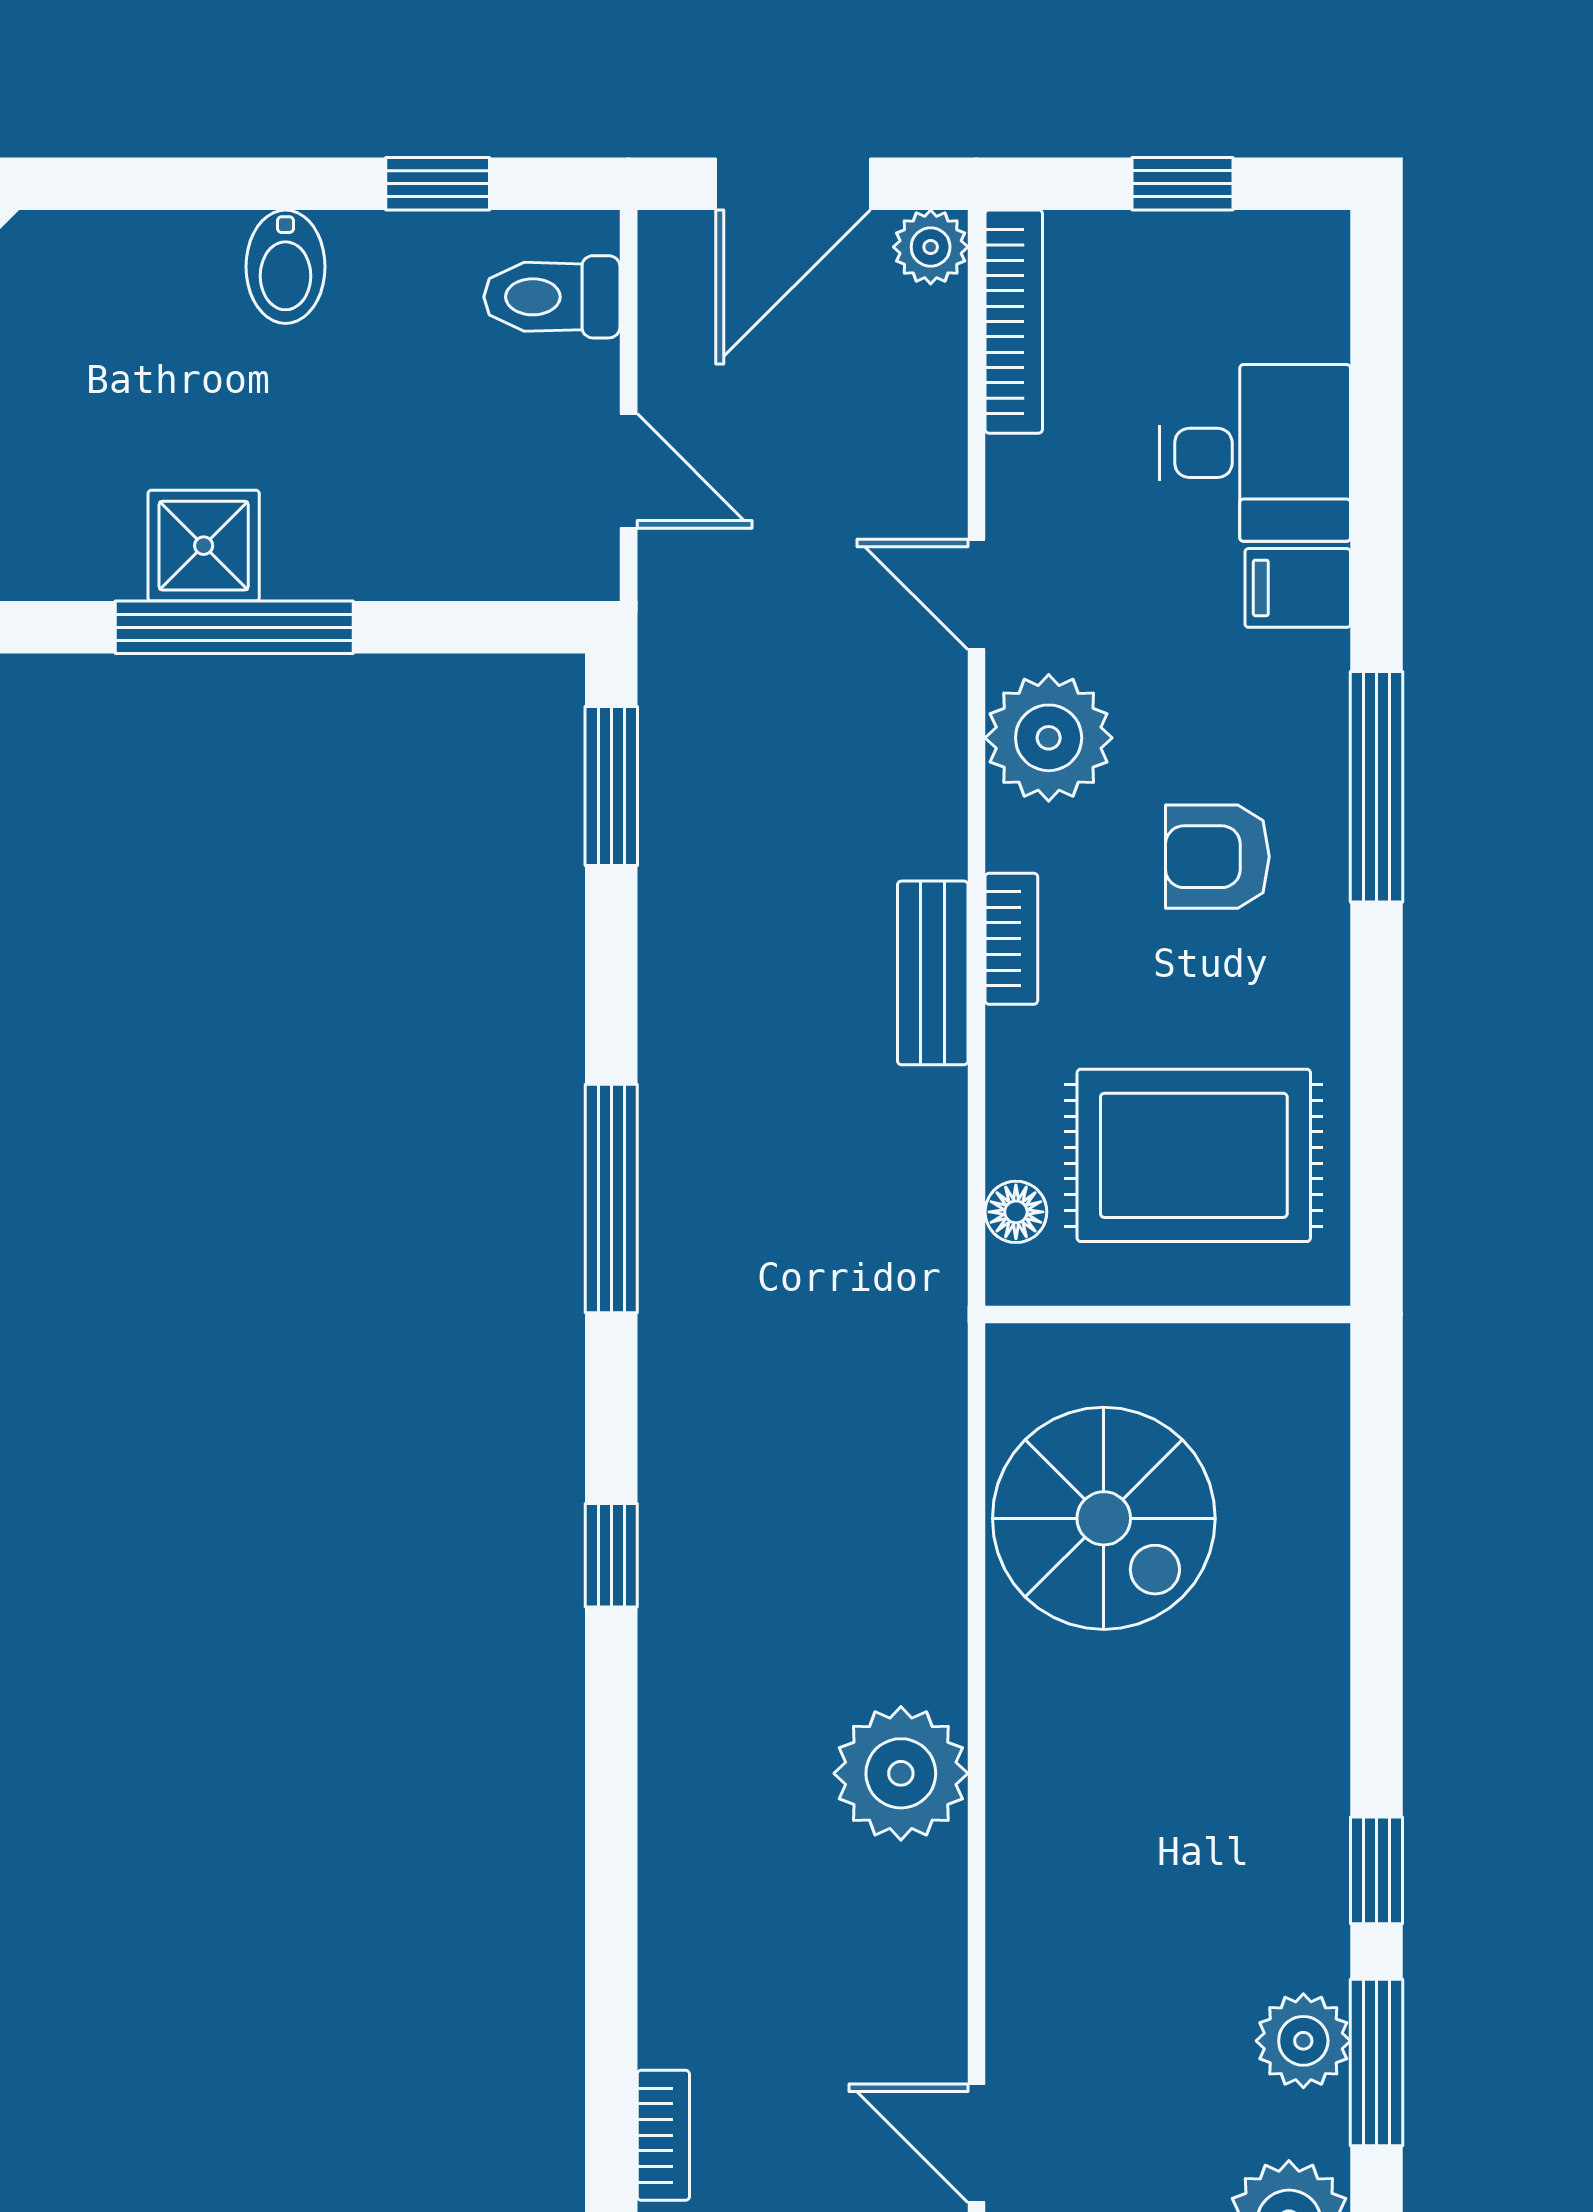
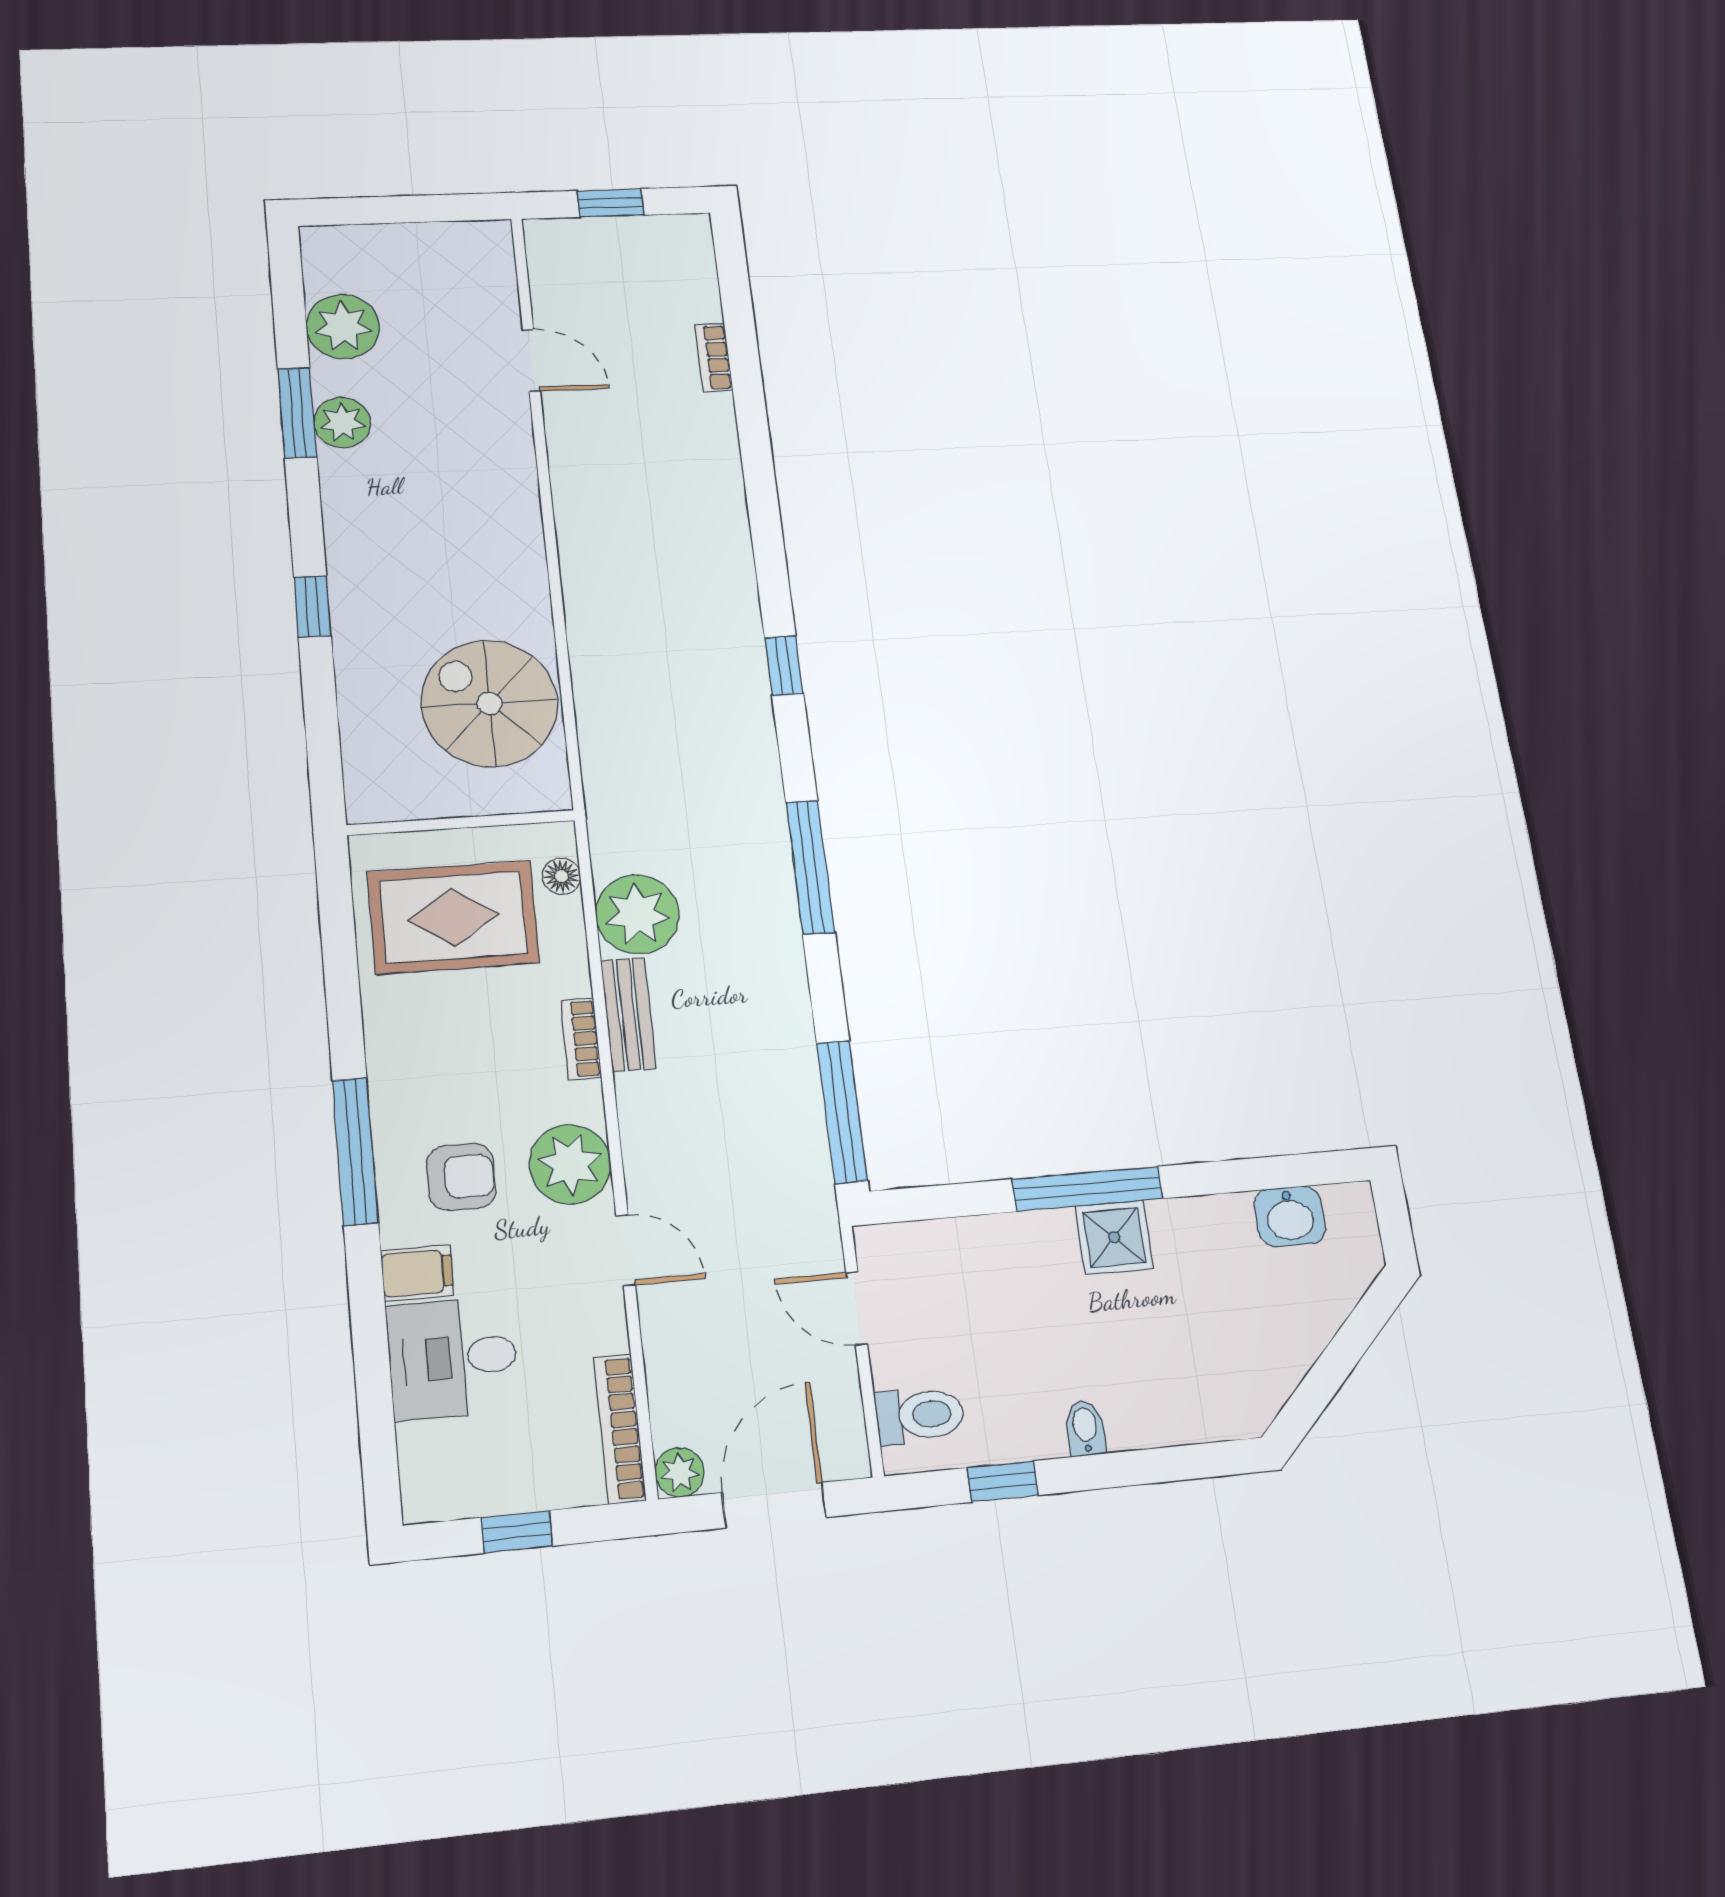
bidet: (285, 267) -> (1085, 1428), width x0.72, depth x0.74
window: (611, 786) -> (842, 1112), width x1.44
armchair: (1217, 857) -> (461, 1177), moved
plant: (901, 1773) -> (637, 914), moved
window: (1377, 1870) -> (312, 607), moved

